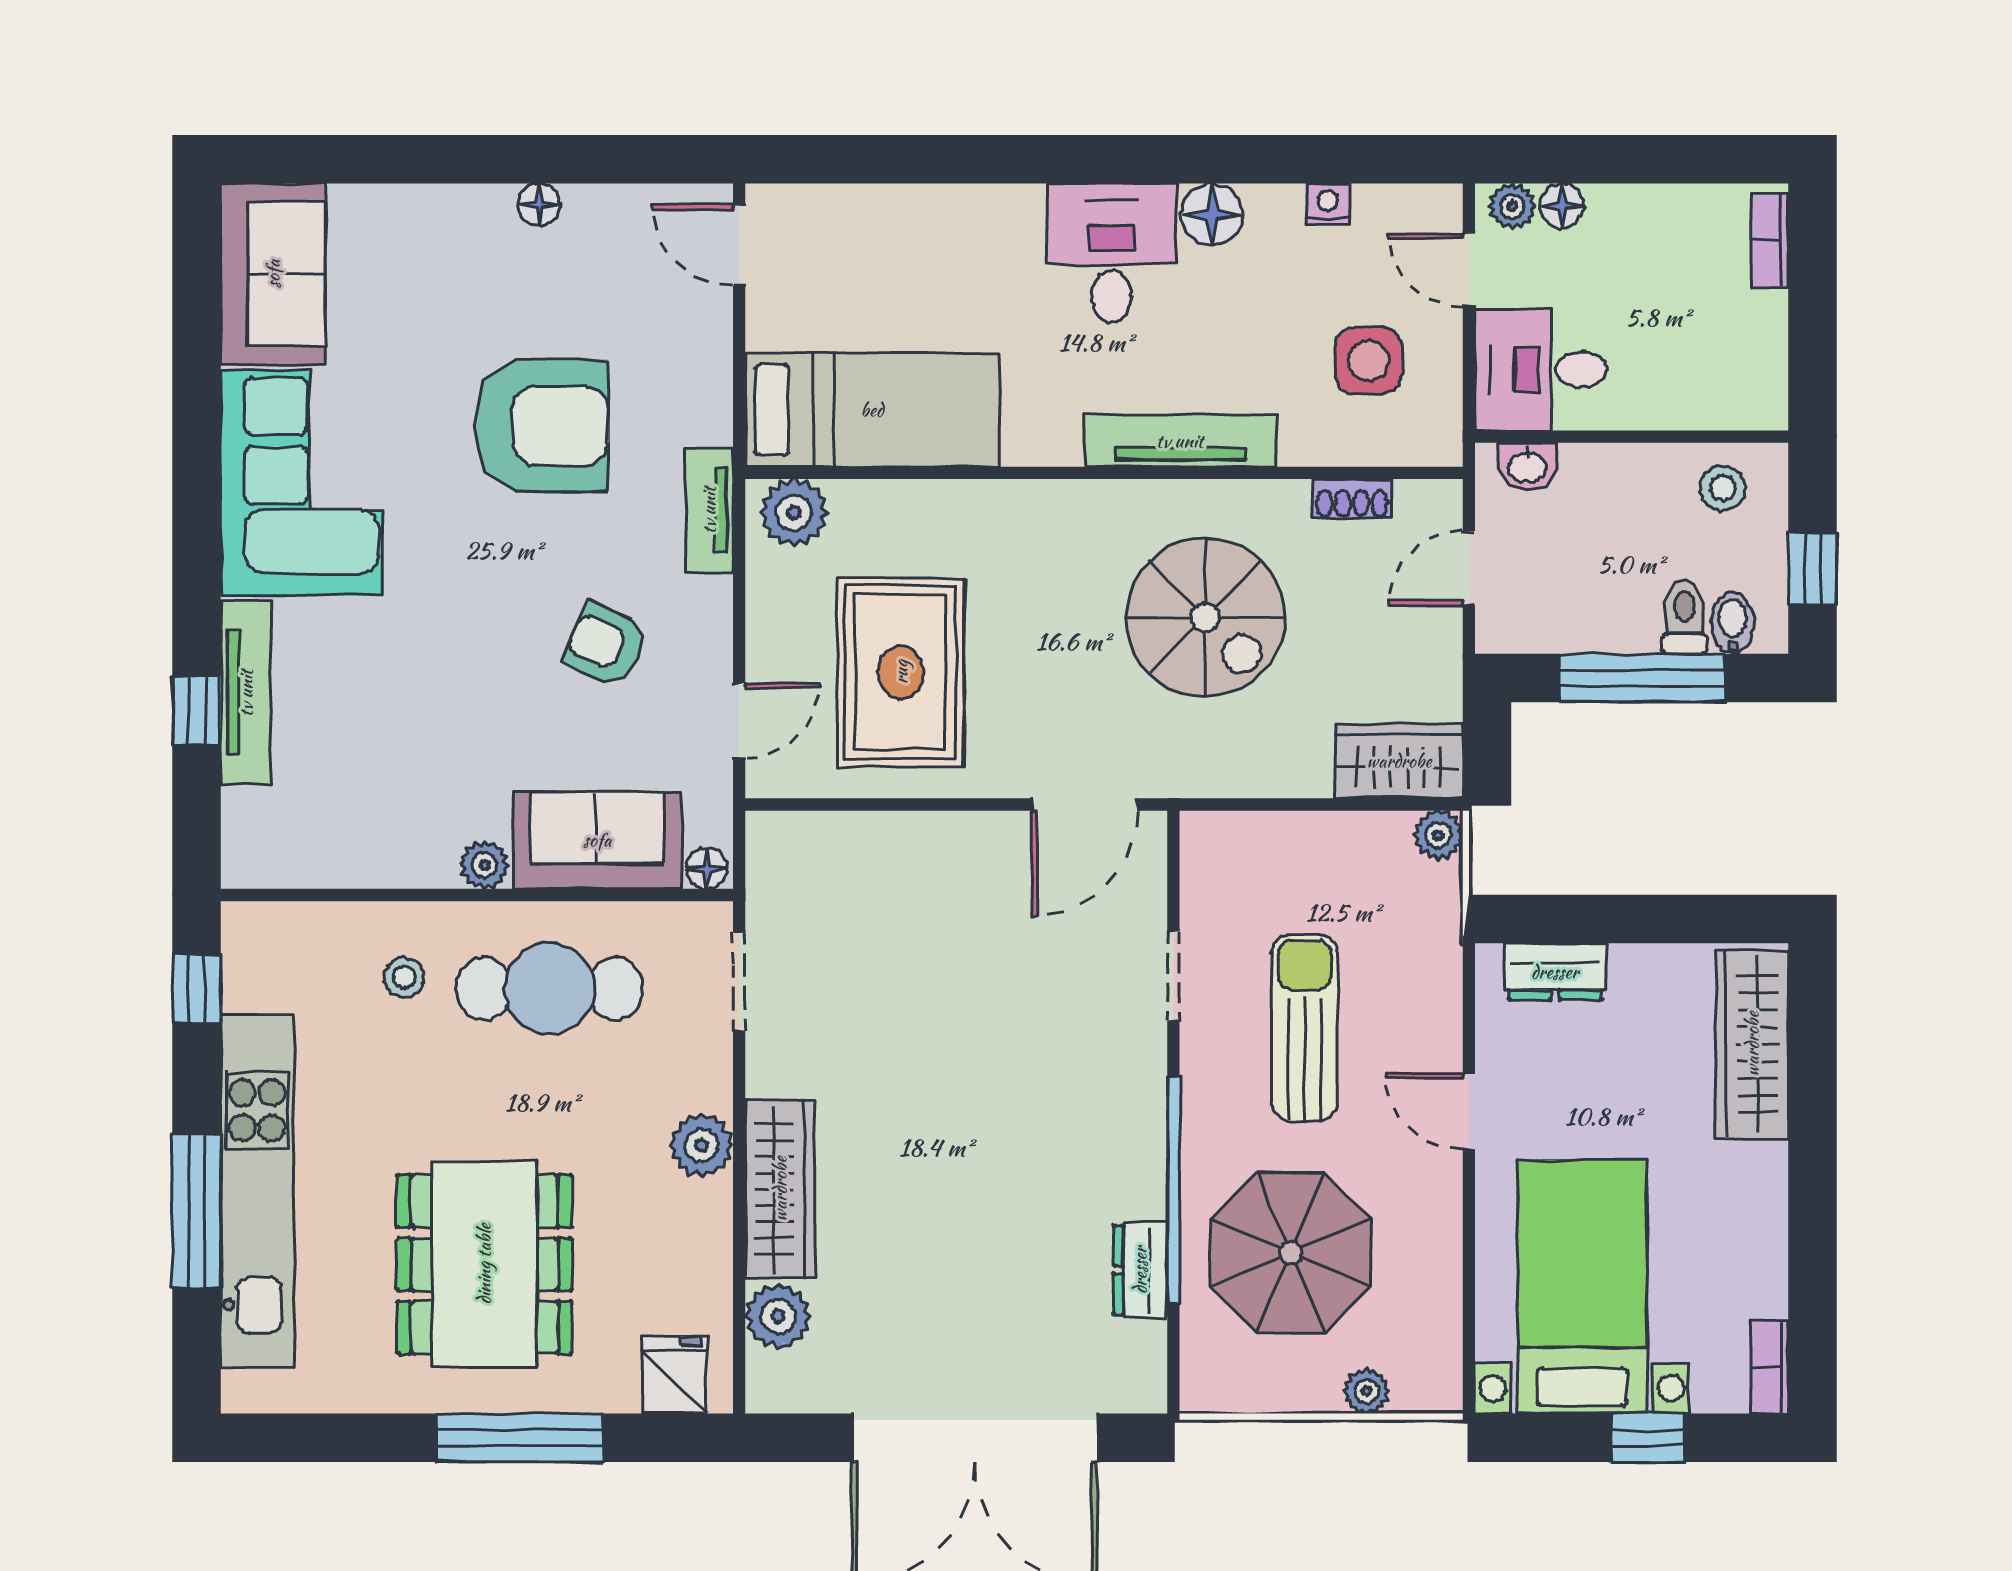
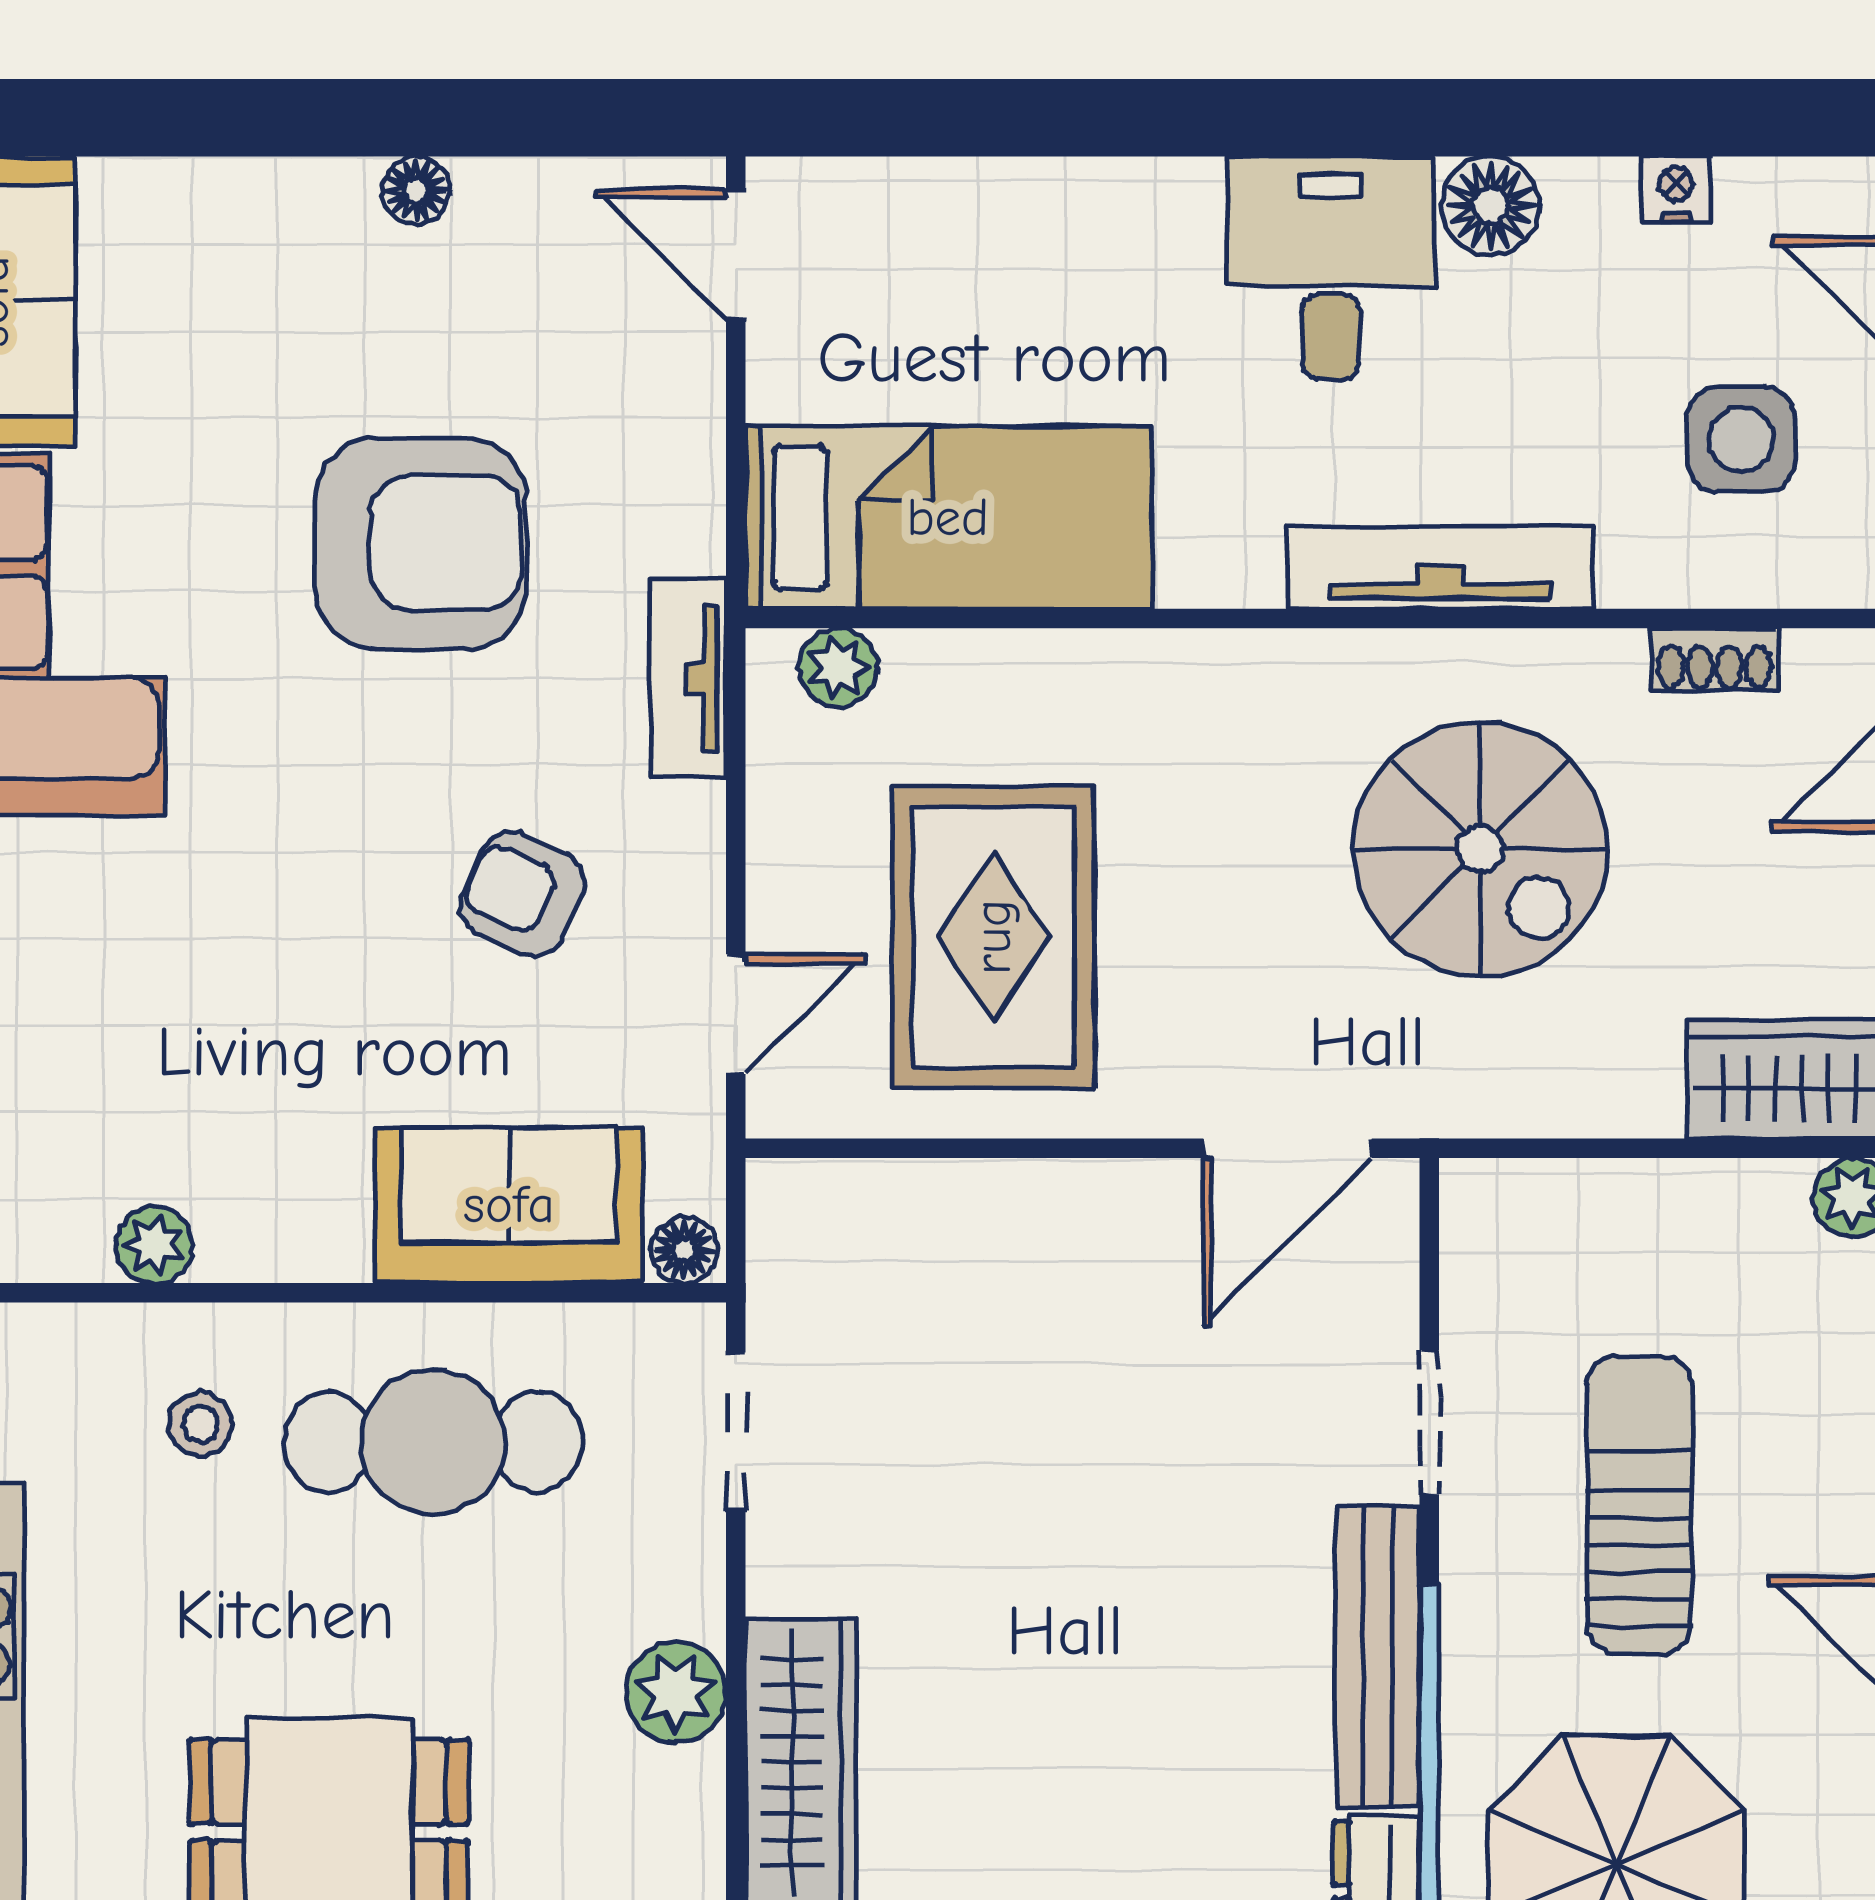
plant: (794, 513) -> (838, 667), width x0.73, depth x0.73
plant: (484, 865) -> (154, 1245), moved
bench: (1141, 1123) -> (1377, 1657), added

